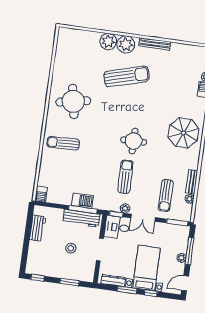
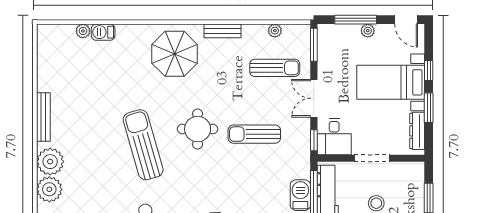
sun lounger: (127, 76) -> (143, 145), moved
bench: (192, 182) -> (222, 31), moved
plant: (125, 208) -> (303, 128), removed
double door: (143, 218) -> (314, 98), swing flipped

